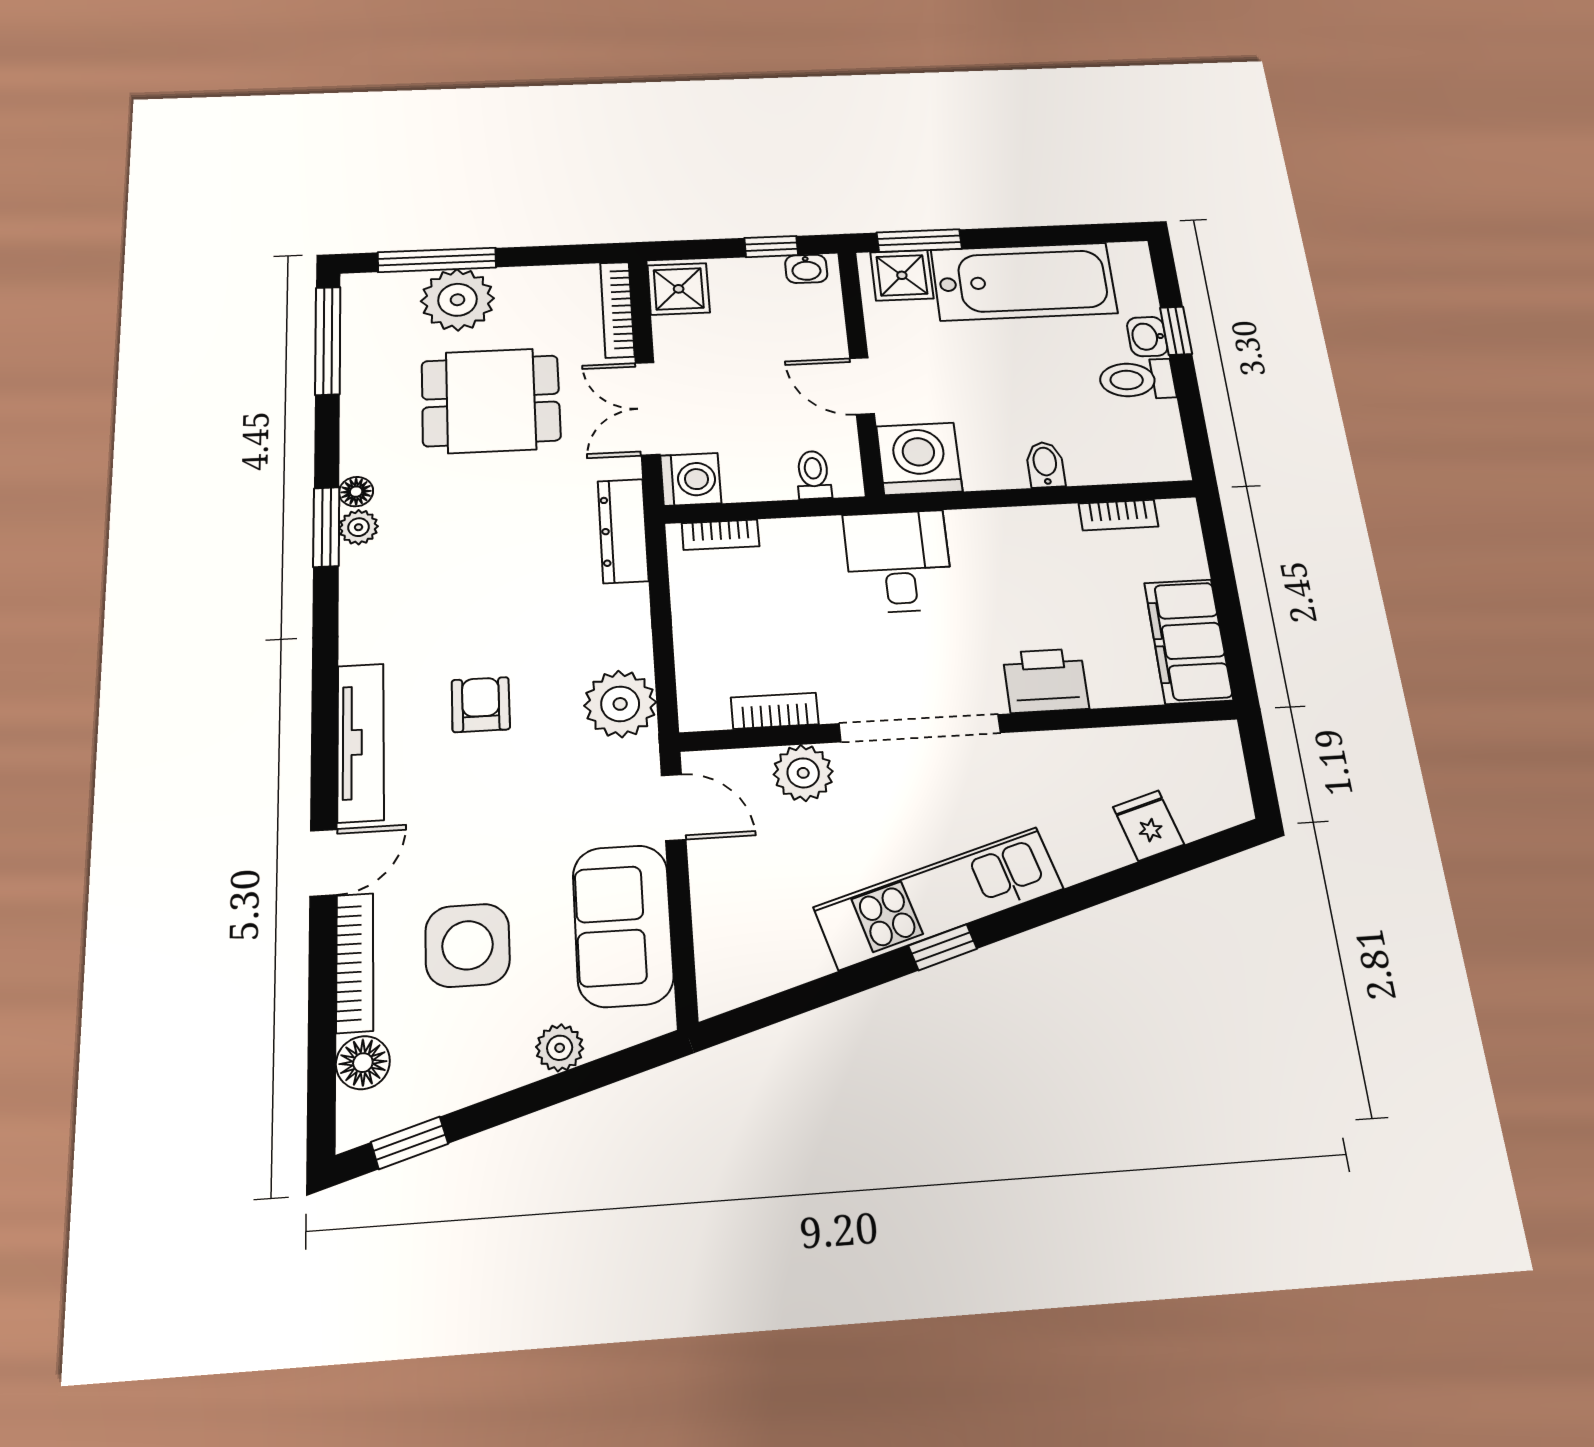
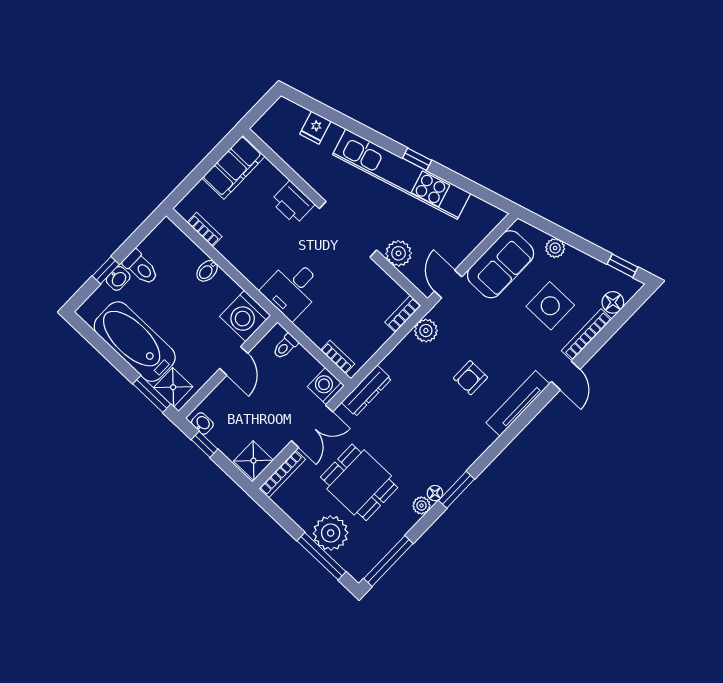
plant: (359, 527) -> (421, 505), moved
plant: (620, 704) -> (426, 331), width x0.73, depth x0.73
bookcase: (775, 711) -> (403, 314), moved, turned 90
door: (323, 863) -> (566, 375), swing flipped
kitchen unit: (939, 898) -> (402, 174), width x1.36

